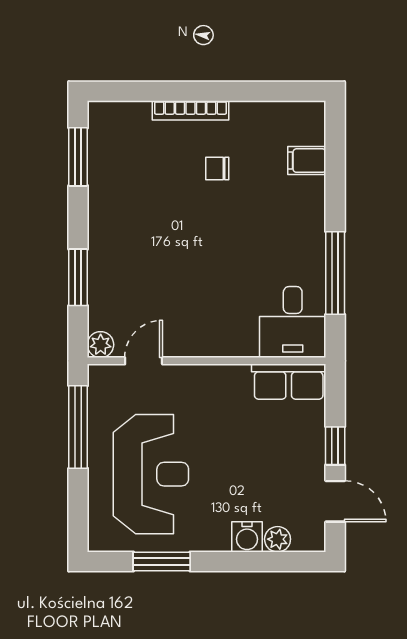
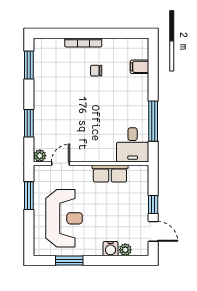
row of seats: (289, 382) -> (110, 174), moved
window: (78, 427) -> (29, 196), width x0.69

